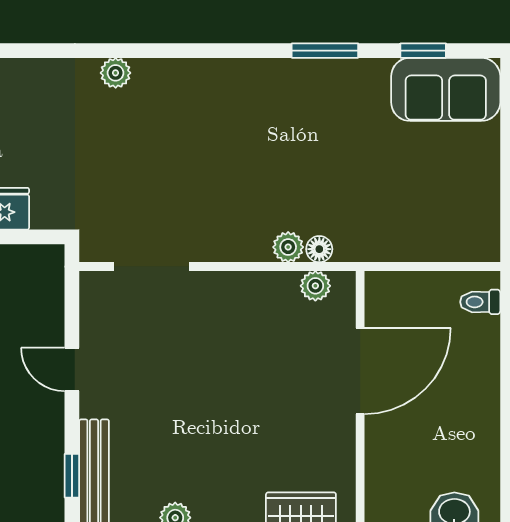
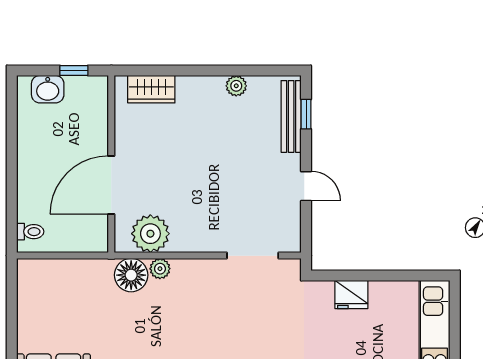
floor lamp: (319, 249) -> (131, 275), width x1.89, depth x1.89
plant: (315, 286) -> (150, 234), width x1.88, depth x1.88

